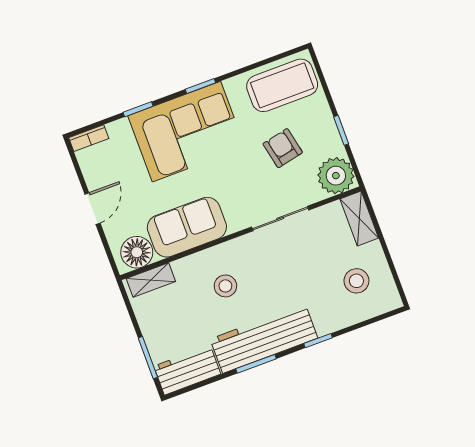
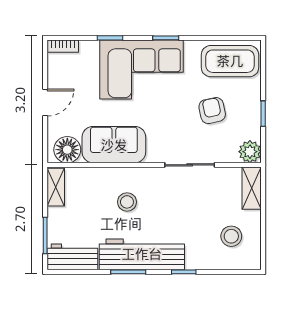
plant: (336, 176) -> (250, 152), width x0.73, depth x0.73
shelving: (151, 280) -> (56, 187), moved, turned 90

